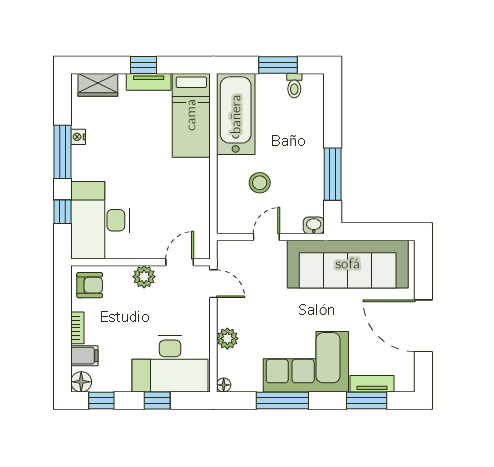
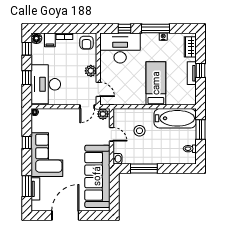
window: (278, 65) -> (200, 129), moved
bed: (191, 115) -> (156, 83), moved, turned 90
plant: (227, 339) -> (103, 114), moved
window: (282, 400) -> (27, 142), width x0.46

